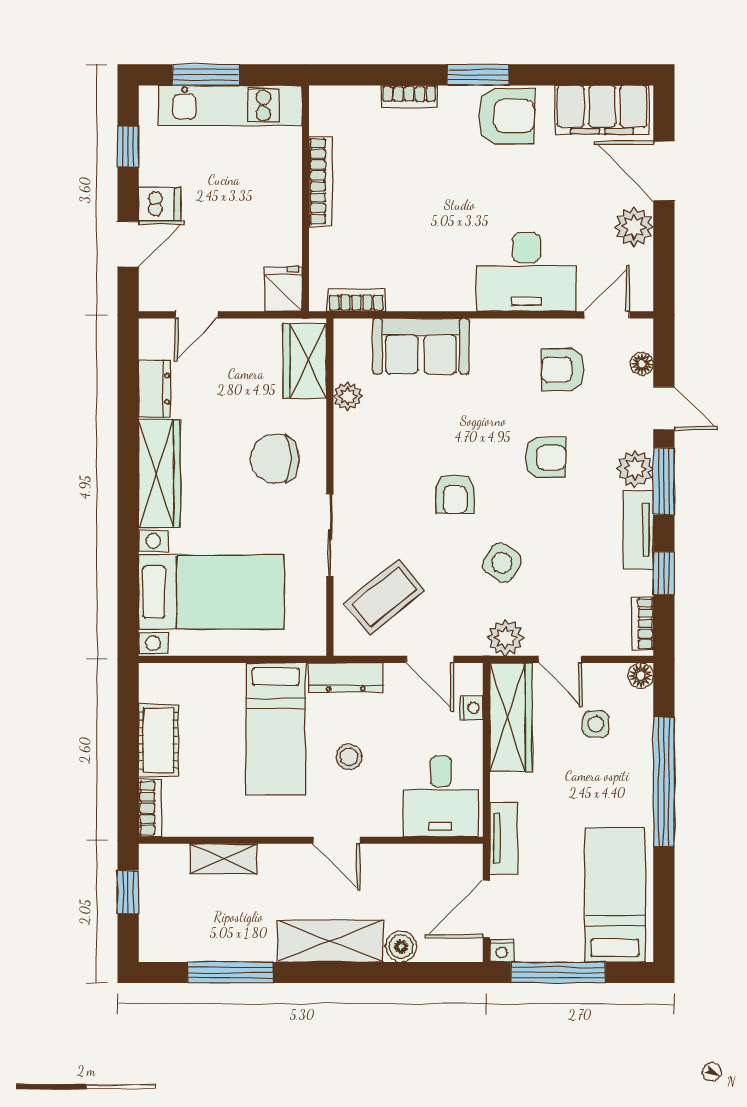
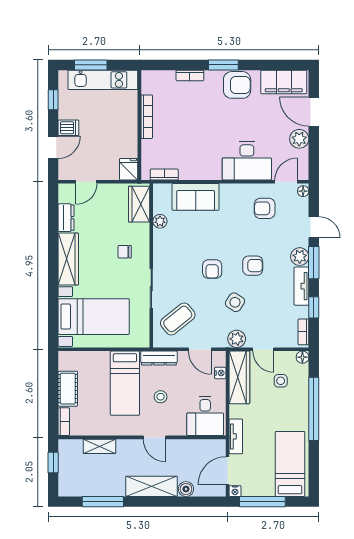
floor lamp: (642, 364) -> (303, 191), moved
armchair: (545, 457) -> (253, 266), moved
chair: (275, 459) -> (125, 252), width x0.54, depth x0.54

